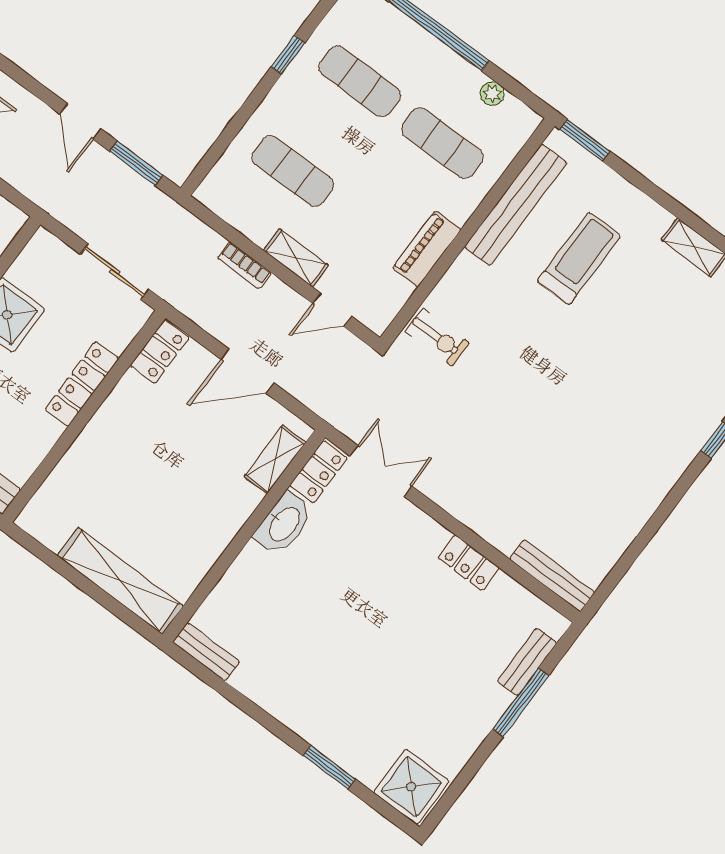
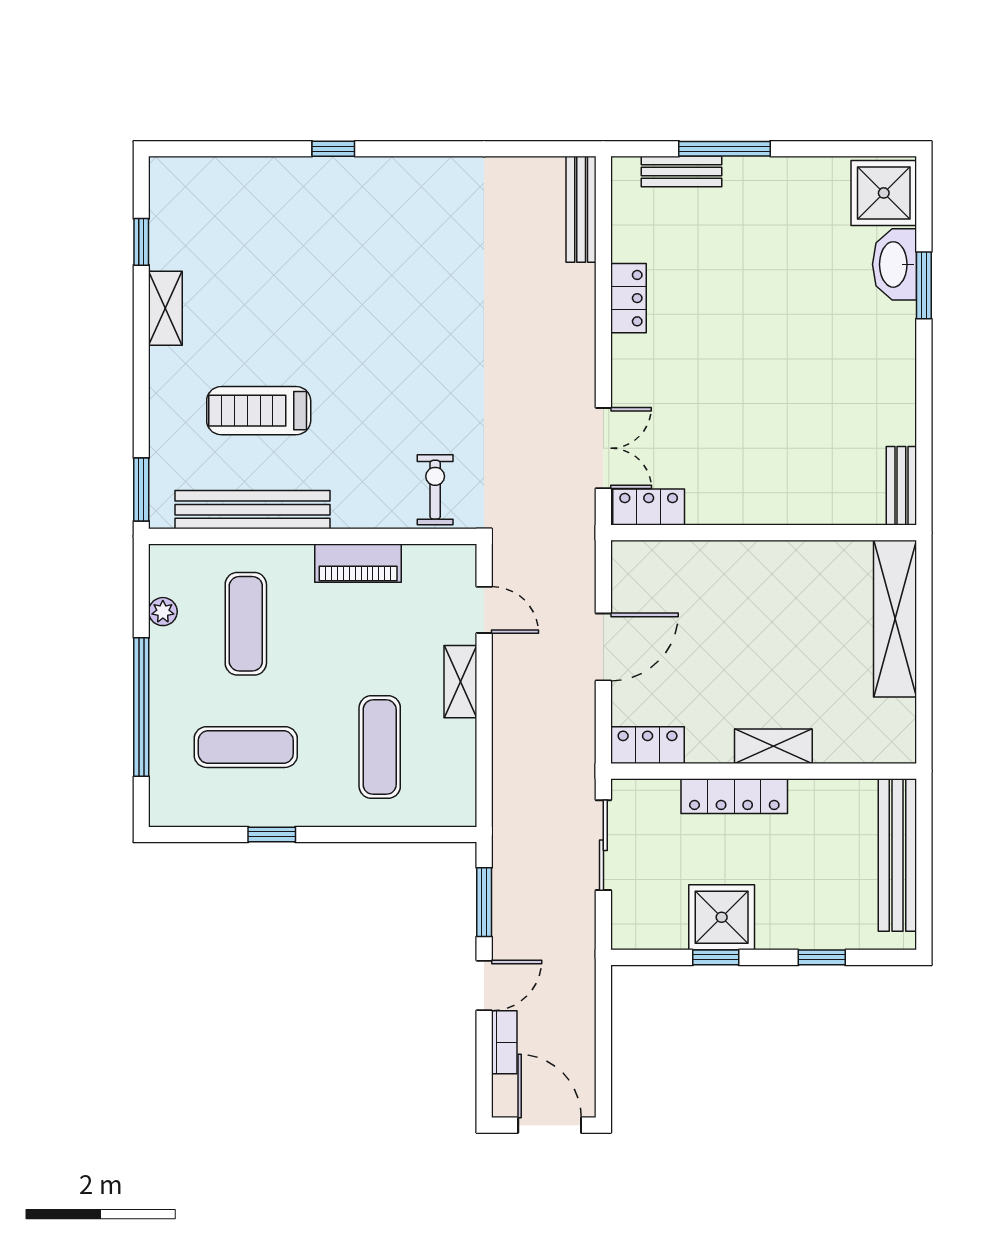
exercise mat: (360, 81) -> (246, 747), turned 90
bookcase: (245, 265) -> (504, 1042), moved
door: (247, 371) -> (603, 647), hinge flipped
shelving: (275, 460) -> (773, 746), moved
double door: (381, 471) -> (603, 448), swing flipped
washbasin: (284, 524) -> (895, 264), moved, turned -90

